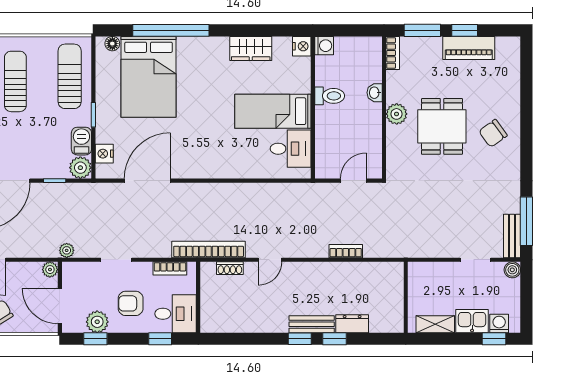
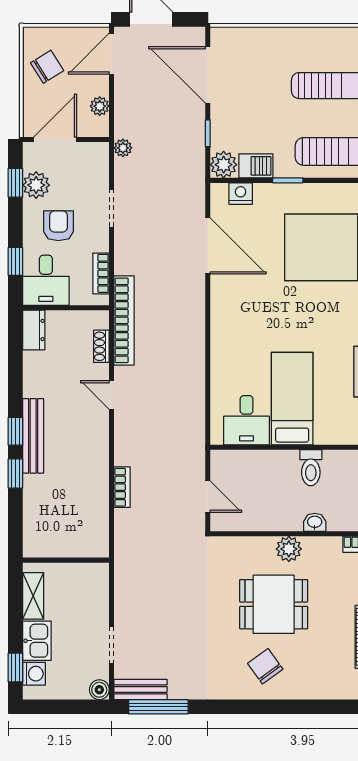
plant: (50, 270) -> (100, 106), moved
bench: (312, 324) -> (33, 436), width x1.36
dresser: (352, 324) -> (34, 330), moved

